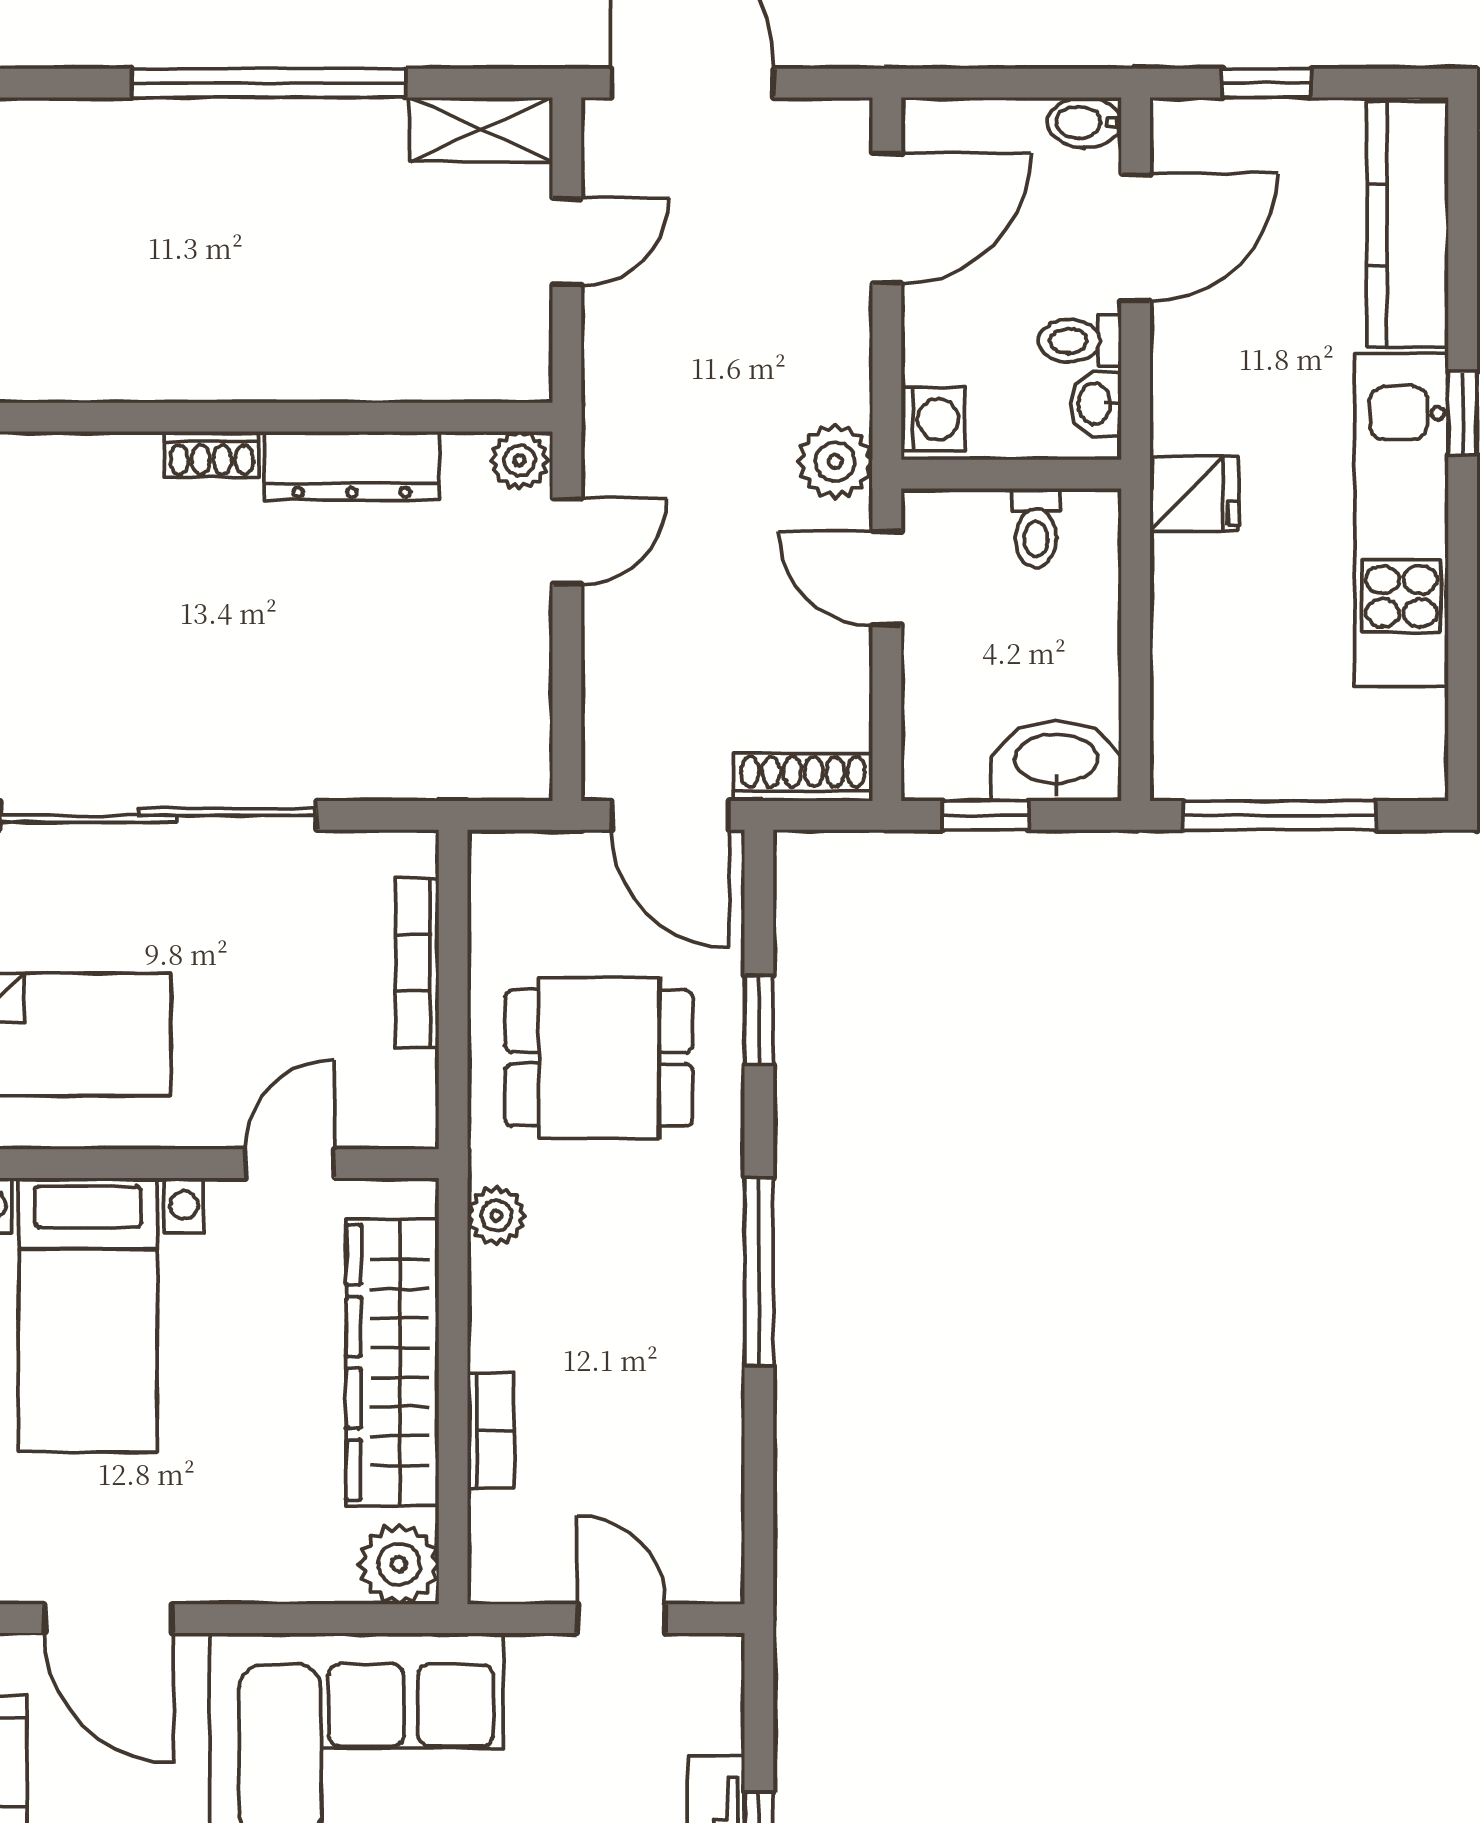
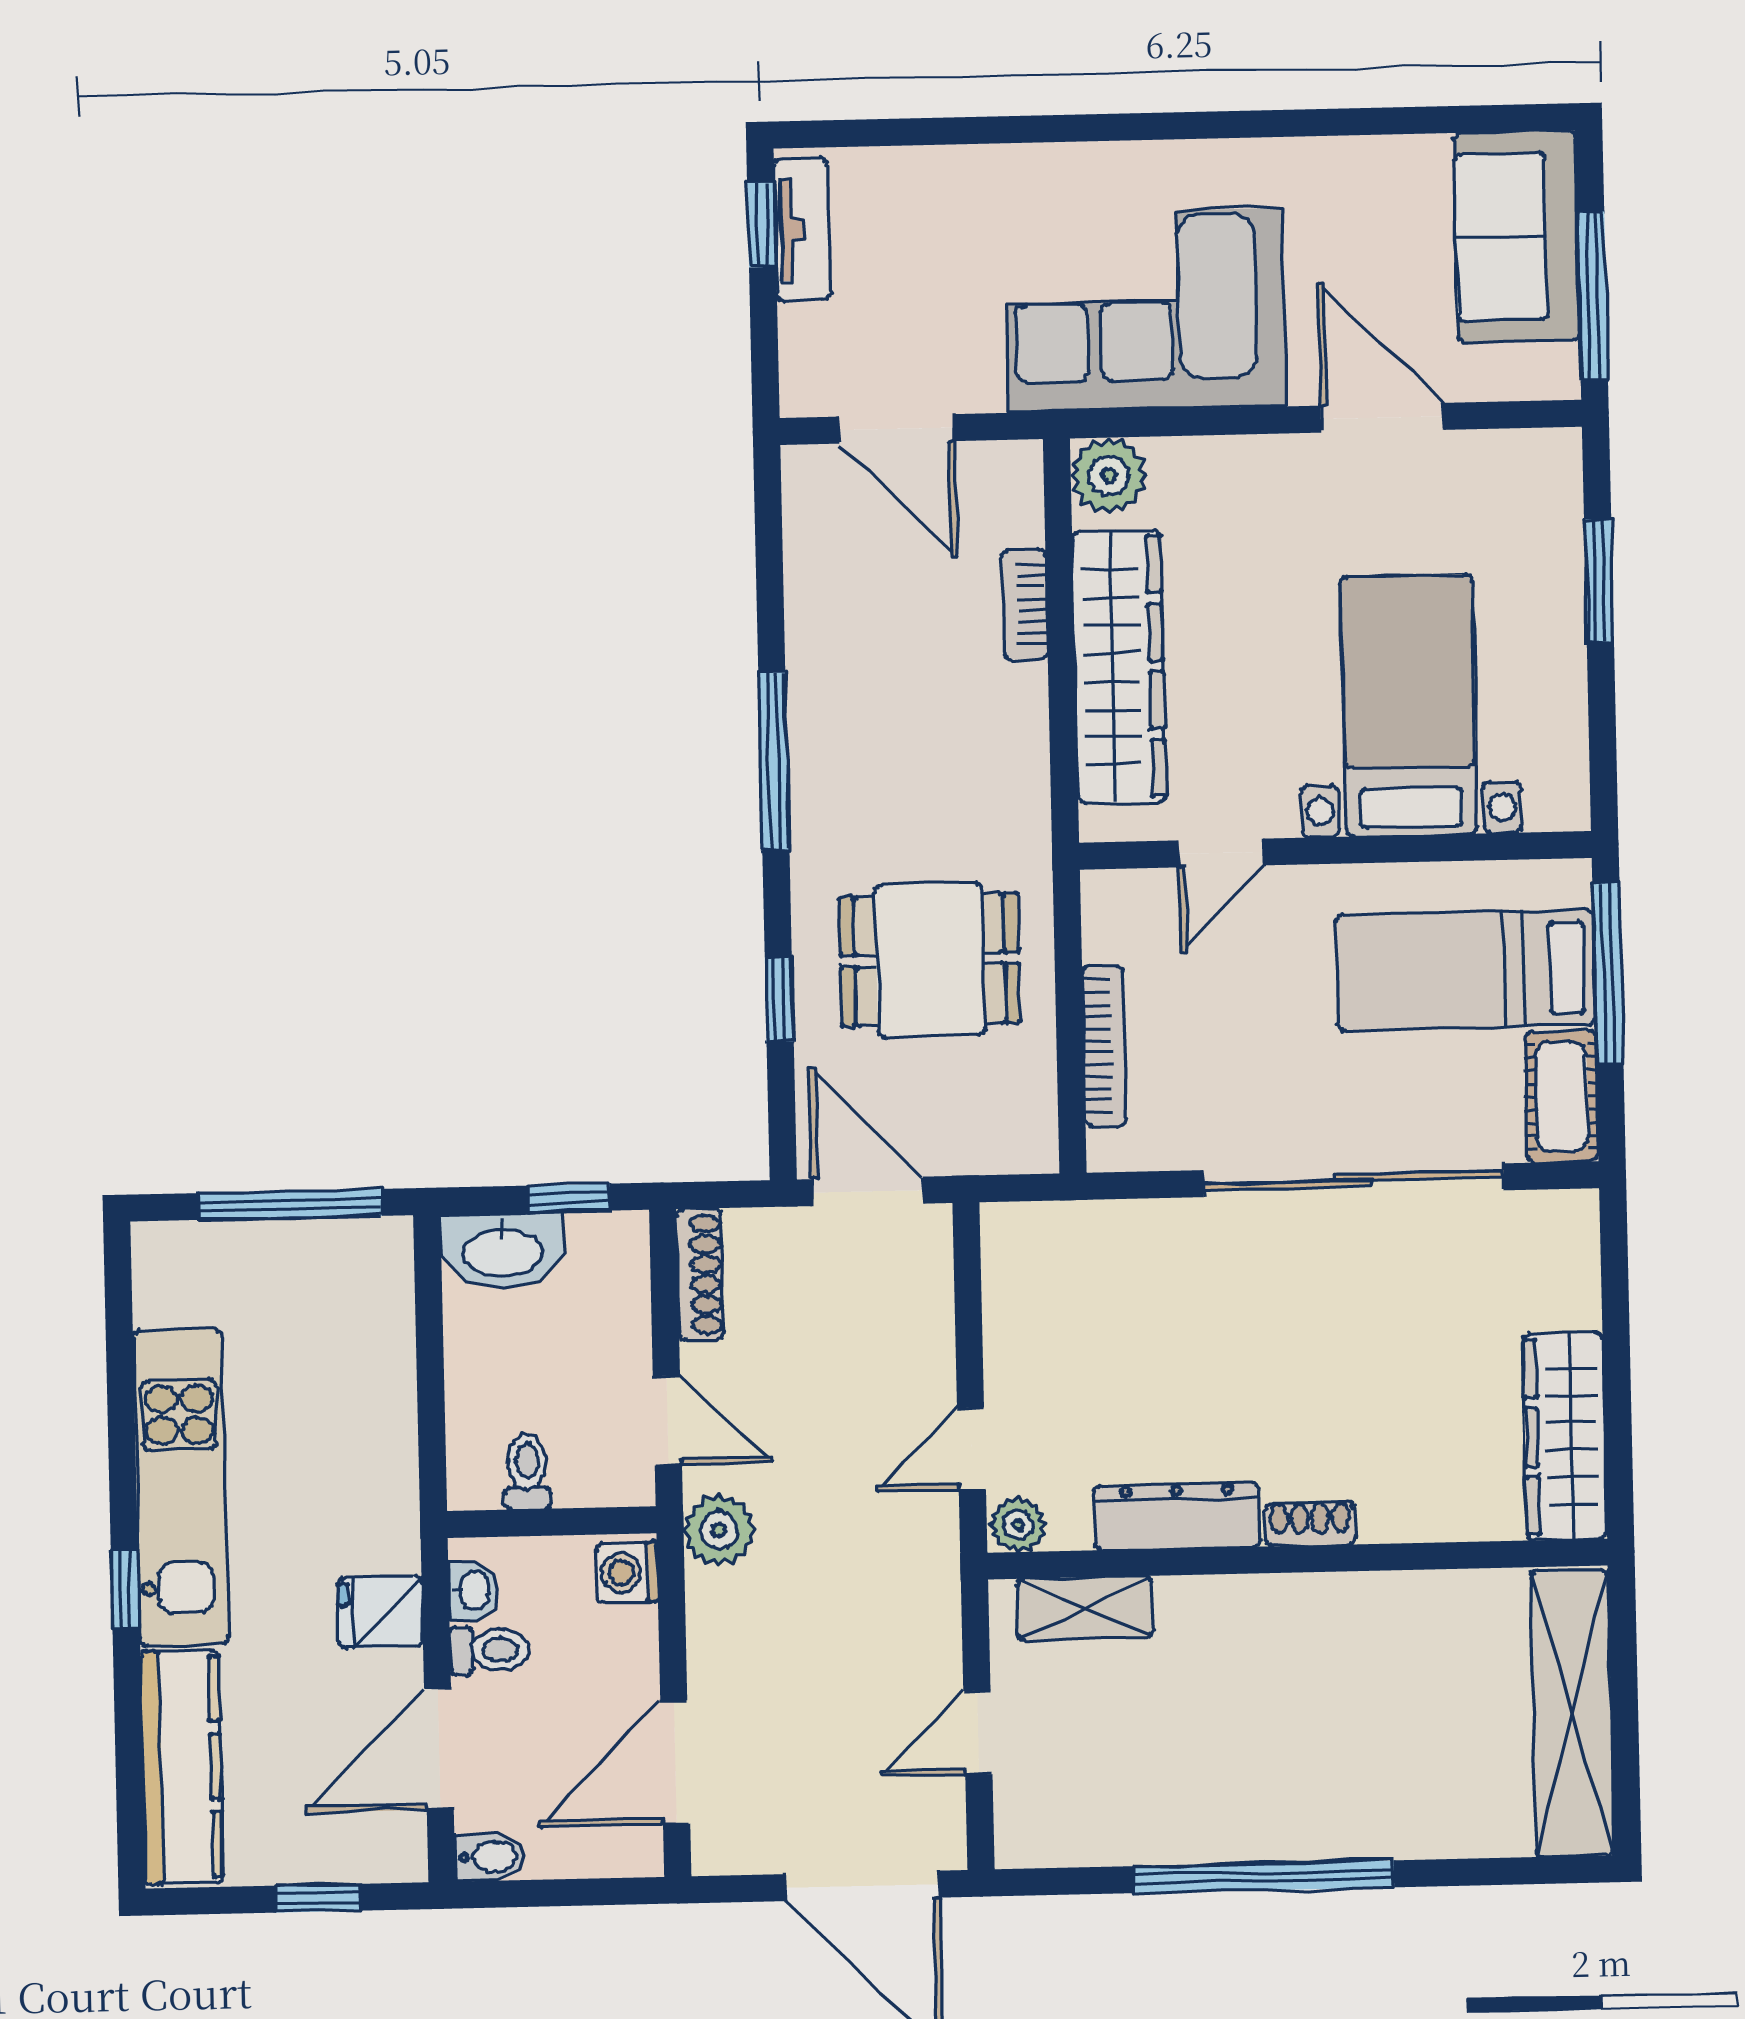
shelving: (481, 129) -> (1085, 1608), moved
fridge: (1194, 494) -> (380, 1612), moved
shoe rack: (803, 777) -> (700, 1275), moved, turned -90
plant: (496, 1216) -> (1024, 808), removed
door: (621, 1619) -> (897, 429), width x1.38

